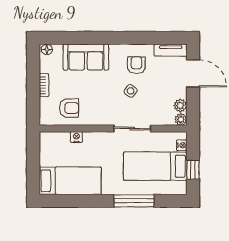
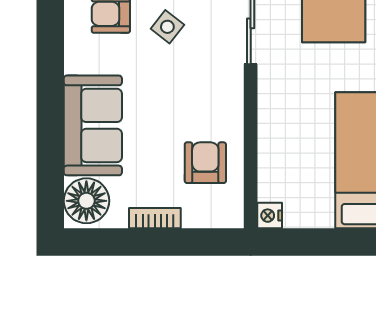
floor lamp: (47, 49) -> (86, 201), width x1.89, depth x1.89
nightstand: (76, 137) -> (270, 216), moved

